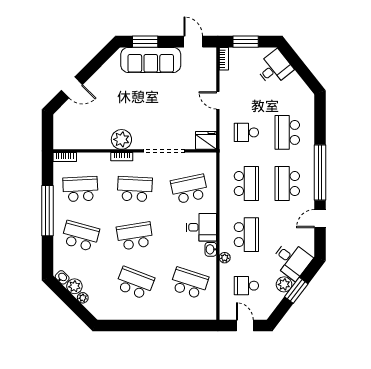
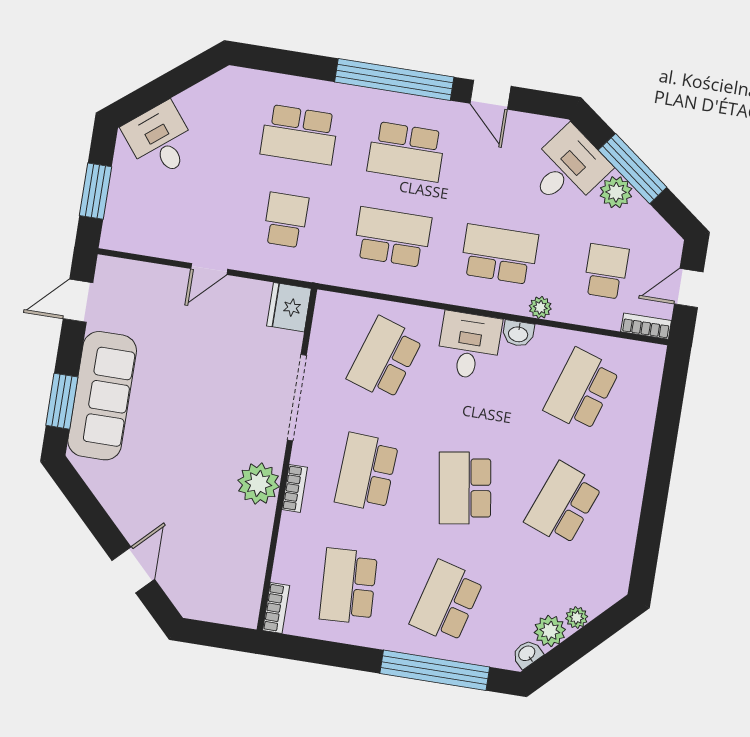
bookcase: (224, 59) -> (646, 326), moved
school desk: (246, 132) -> (286, 220), turned 180
school desk: (189, 189) -> (385, 358), turned 30
window: (48, 211) -> (435, 670), moved
school desk: (246, 286) -> (606, 271), turned 180
window: (296, 290) -> (633, 169), width x1.44

